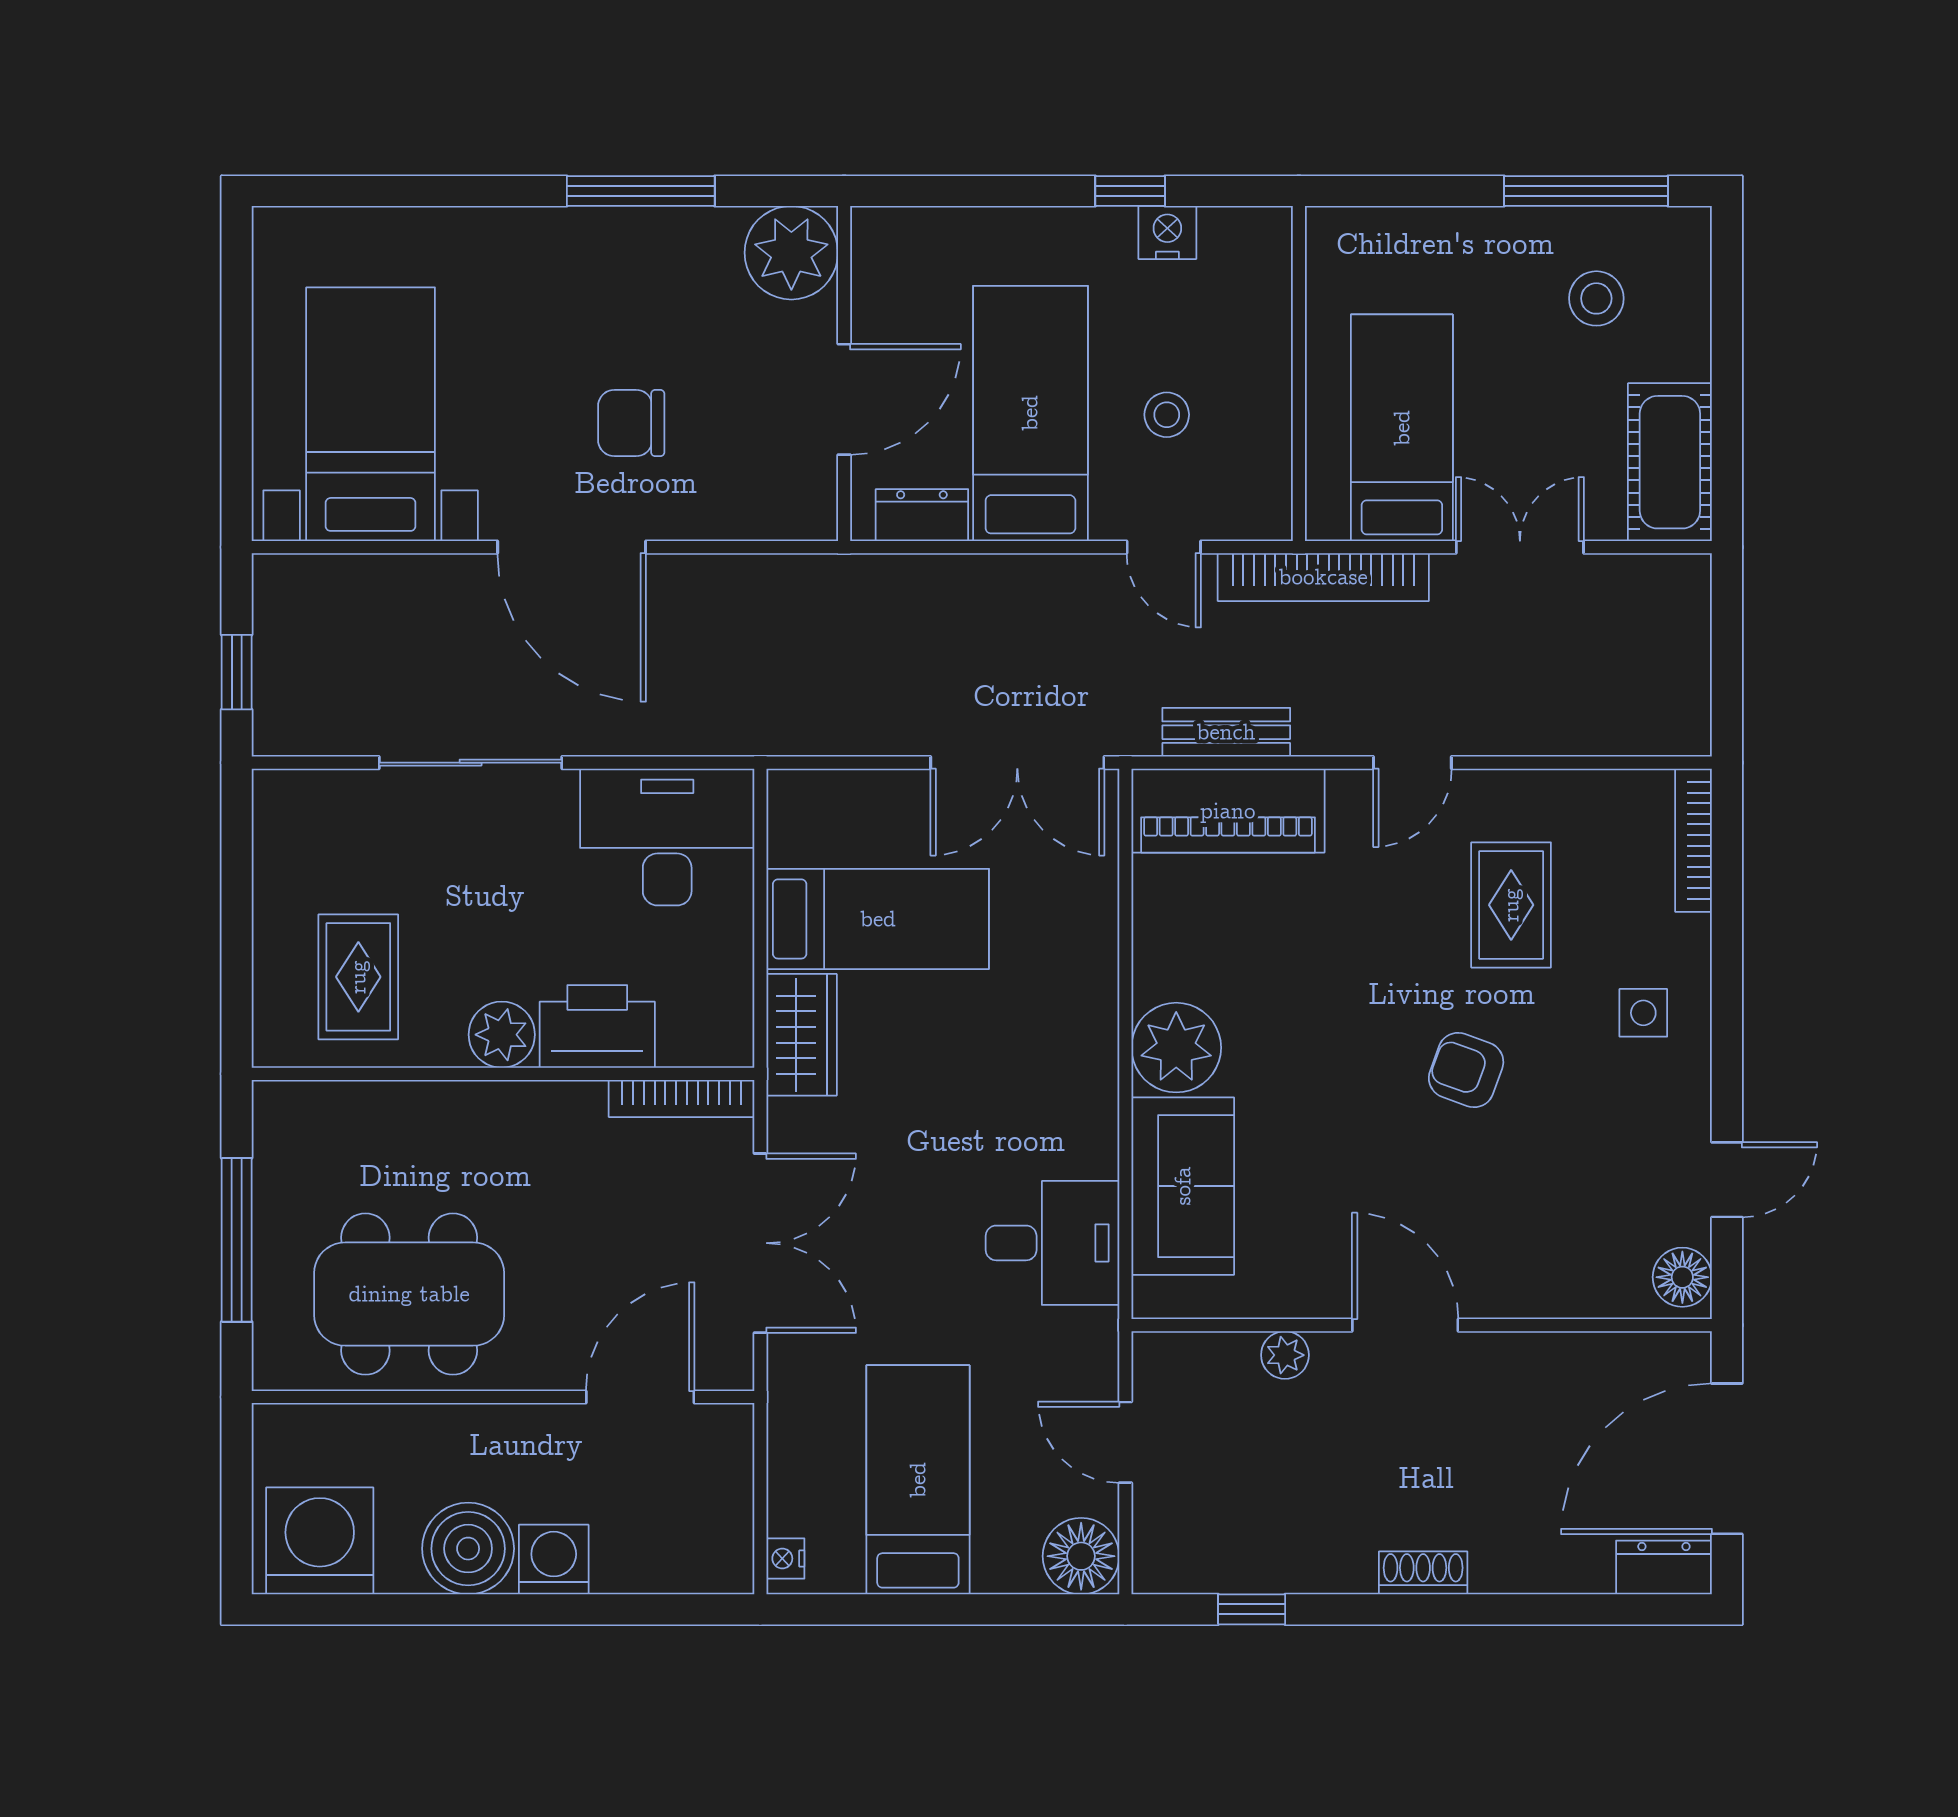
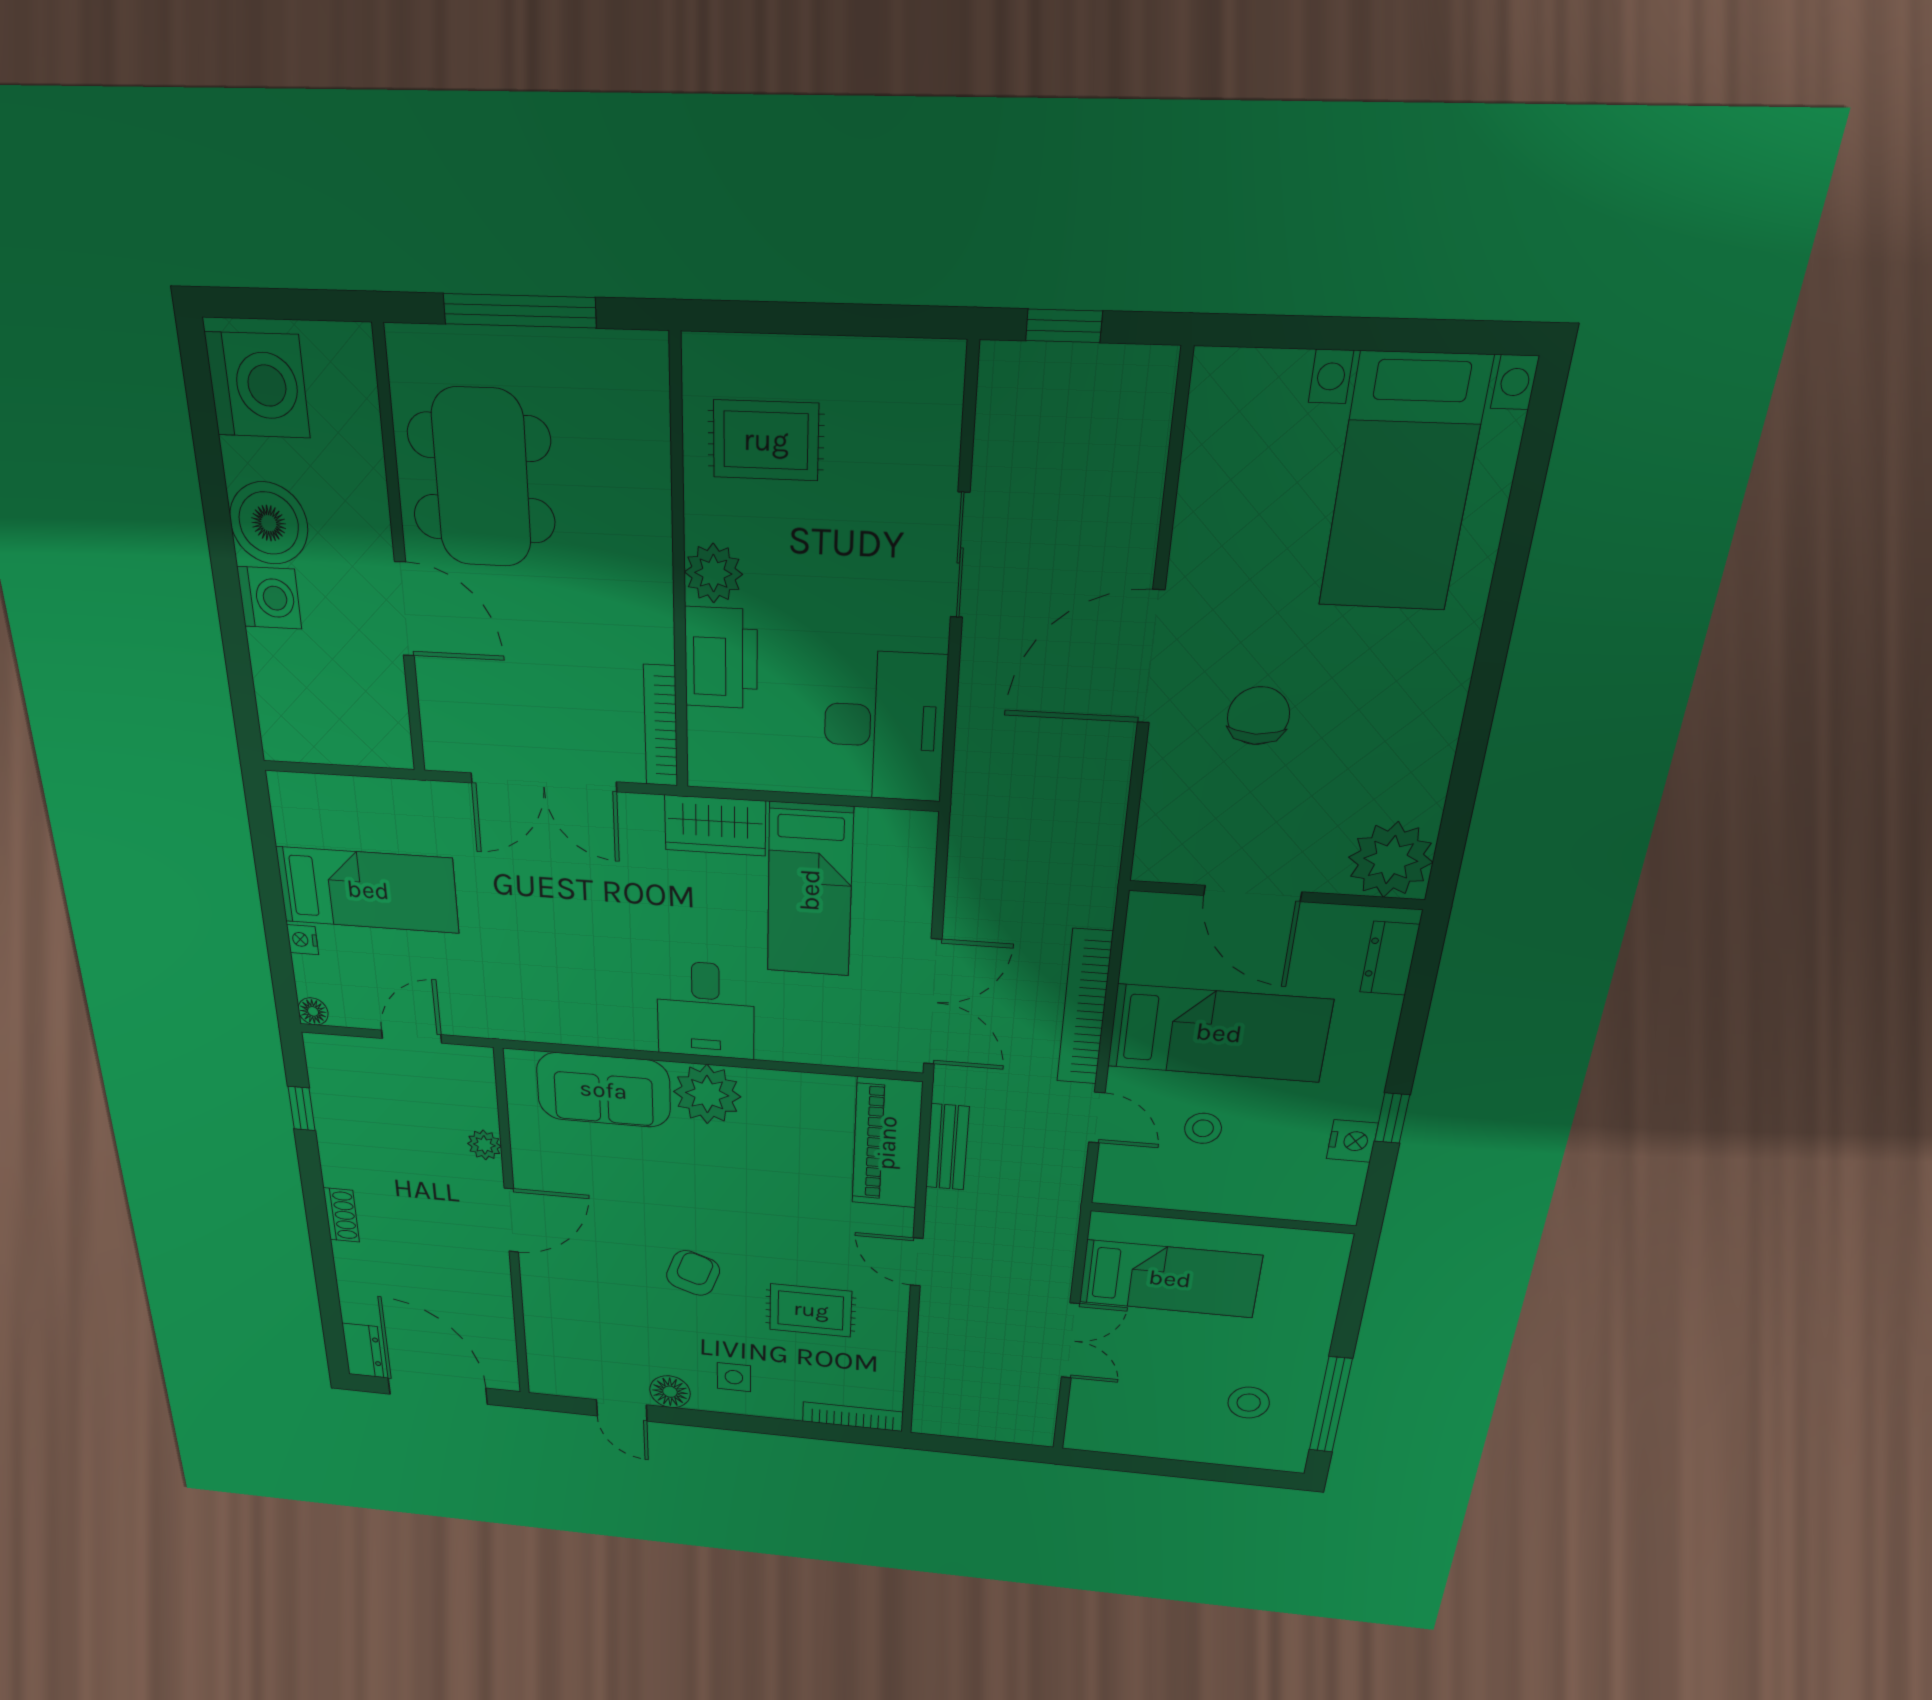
window: (641, 191) -> (1474, 736), removed
bed with nightstands: (371, 414) -> (1403, 484), moved, turned 90
cot: (1670, 462) -> (1122, 1431), removed
dresser: (922, 515) -> (1390, 958), moved, turned 180
door: (1164, 547) -> (1097, 1118), swing flipped
bookcase: (1323, 577) -> (1085, 1008), moved
sliding door: (471, 763) -> (960, 555), width x0.73
double door: (1017, 763) -> (933, 1002), swing flipped
desk: (1053, 1243) -> (706, 1010), moved
floor lamp: (1682, 1277) -> (670, 1392), moved
door: (640, 1397) -> (404, 609), moved
floor lamp: (1081, 1556) -> (313, 1011), width x0.53, depth x0.53
nightstand: (785, 1559) -> (303, 940), moved, turned -90

